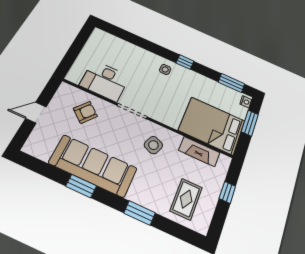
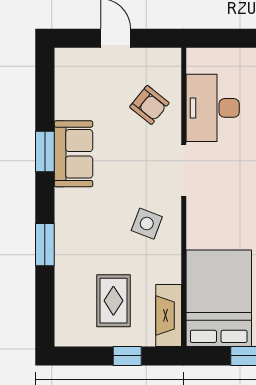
fireplace: (199, 151) -> (169, 315), moved
sofa: (93, 166) -> (73, 154), width x0.54, depth x0.79
rug: (186, 199) -> (113, 301), moved, turned 90

